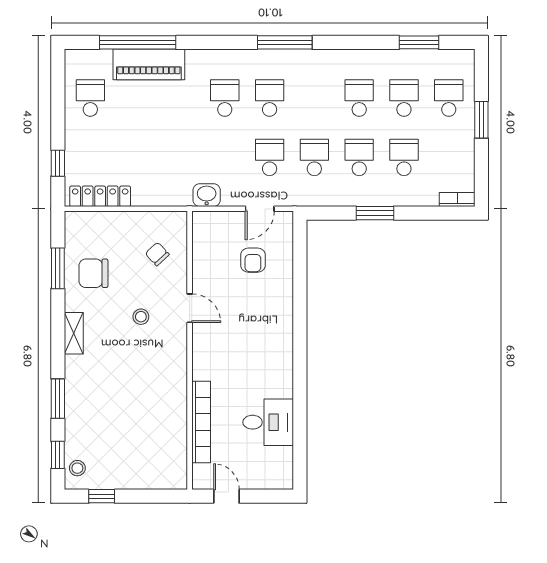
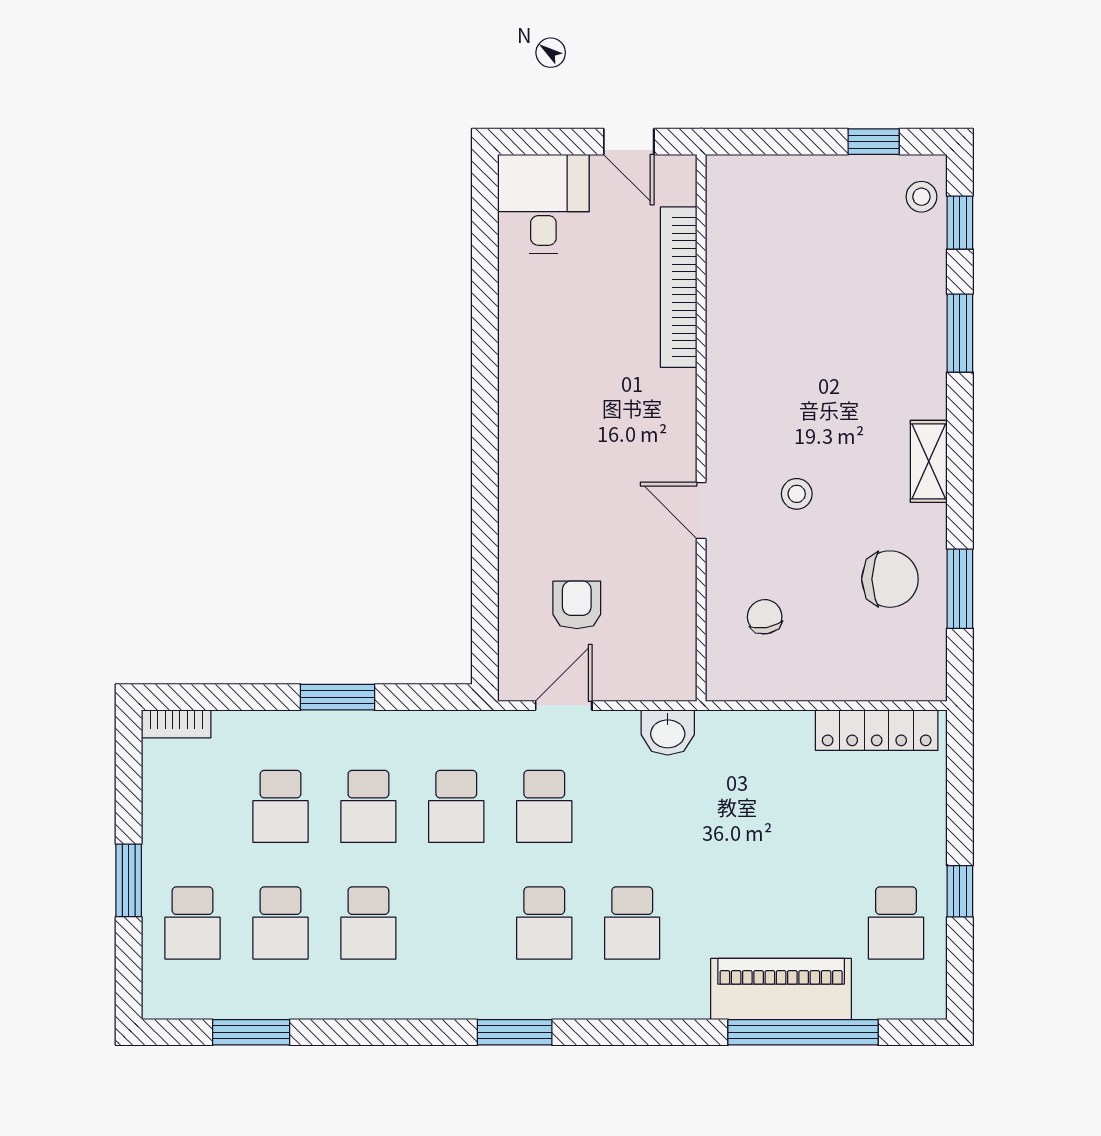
window: (285, 42) -> (515, 1032), width x0.69
window: (58, 163) -> (960, 891), moved
chair: (157, 254) -> (765, 617), turned -147
desk: (268, 422) -> (543, 204), moved, turned 90

